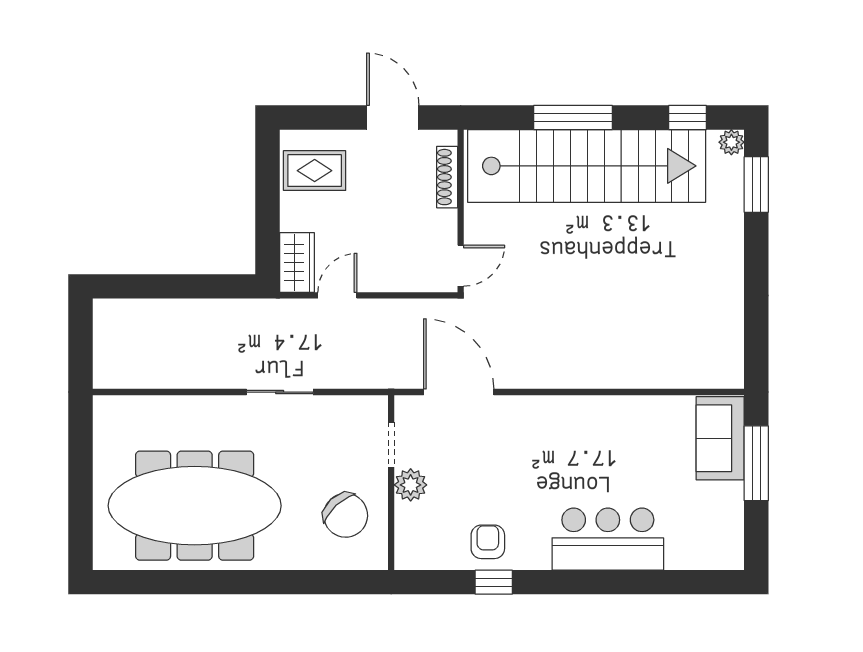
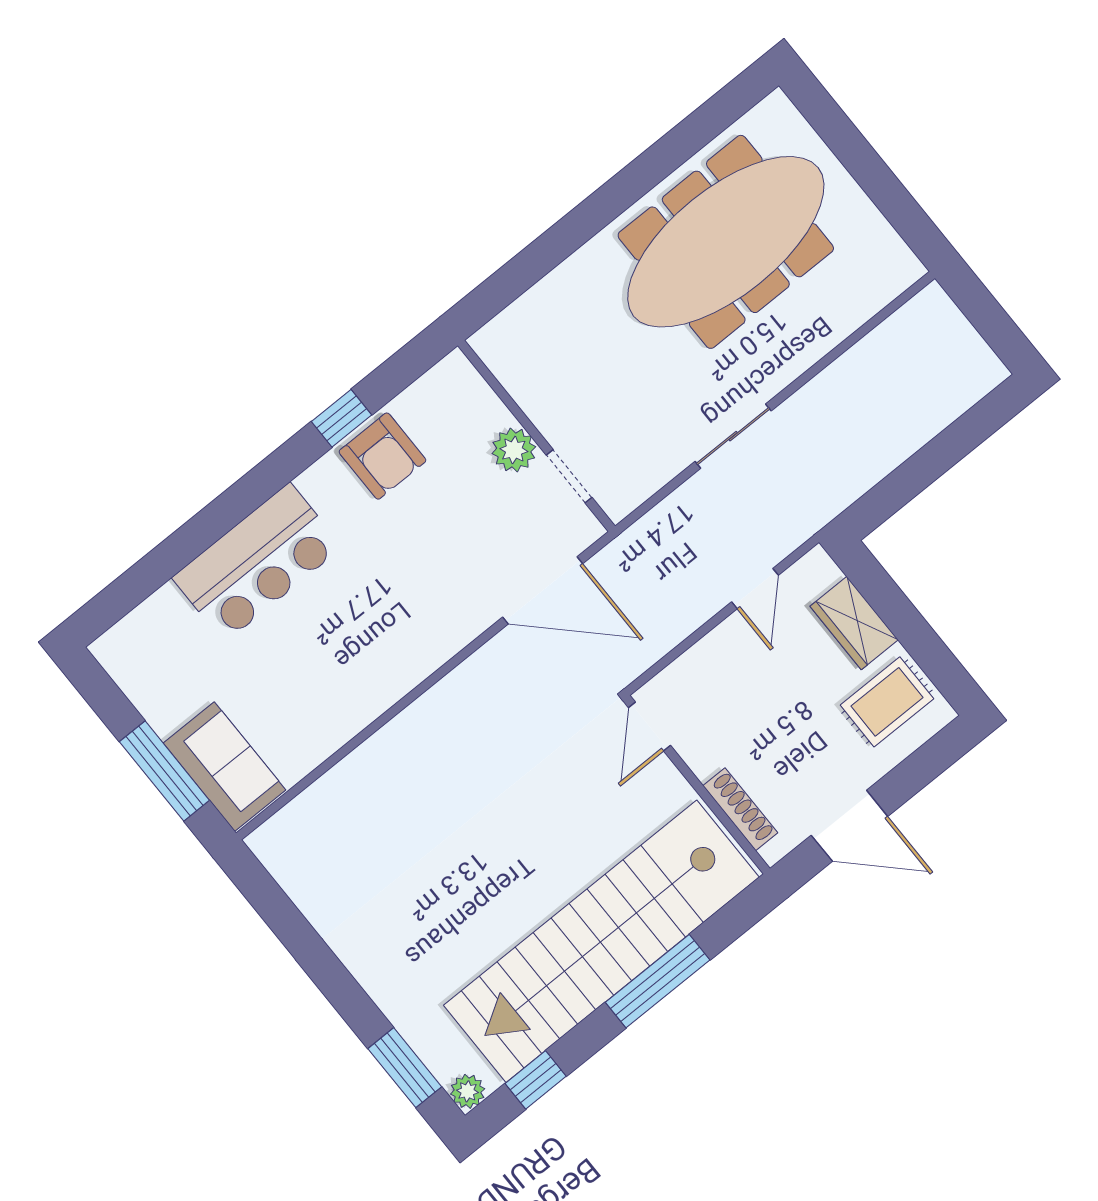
wardrobe: (297, 263) -> (854, 623), moved
chair: (346, 515) -> (557, 362), removed
armchair: (488, 542) -> (382, 456), width x1.38, depth x1.38

